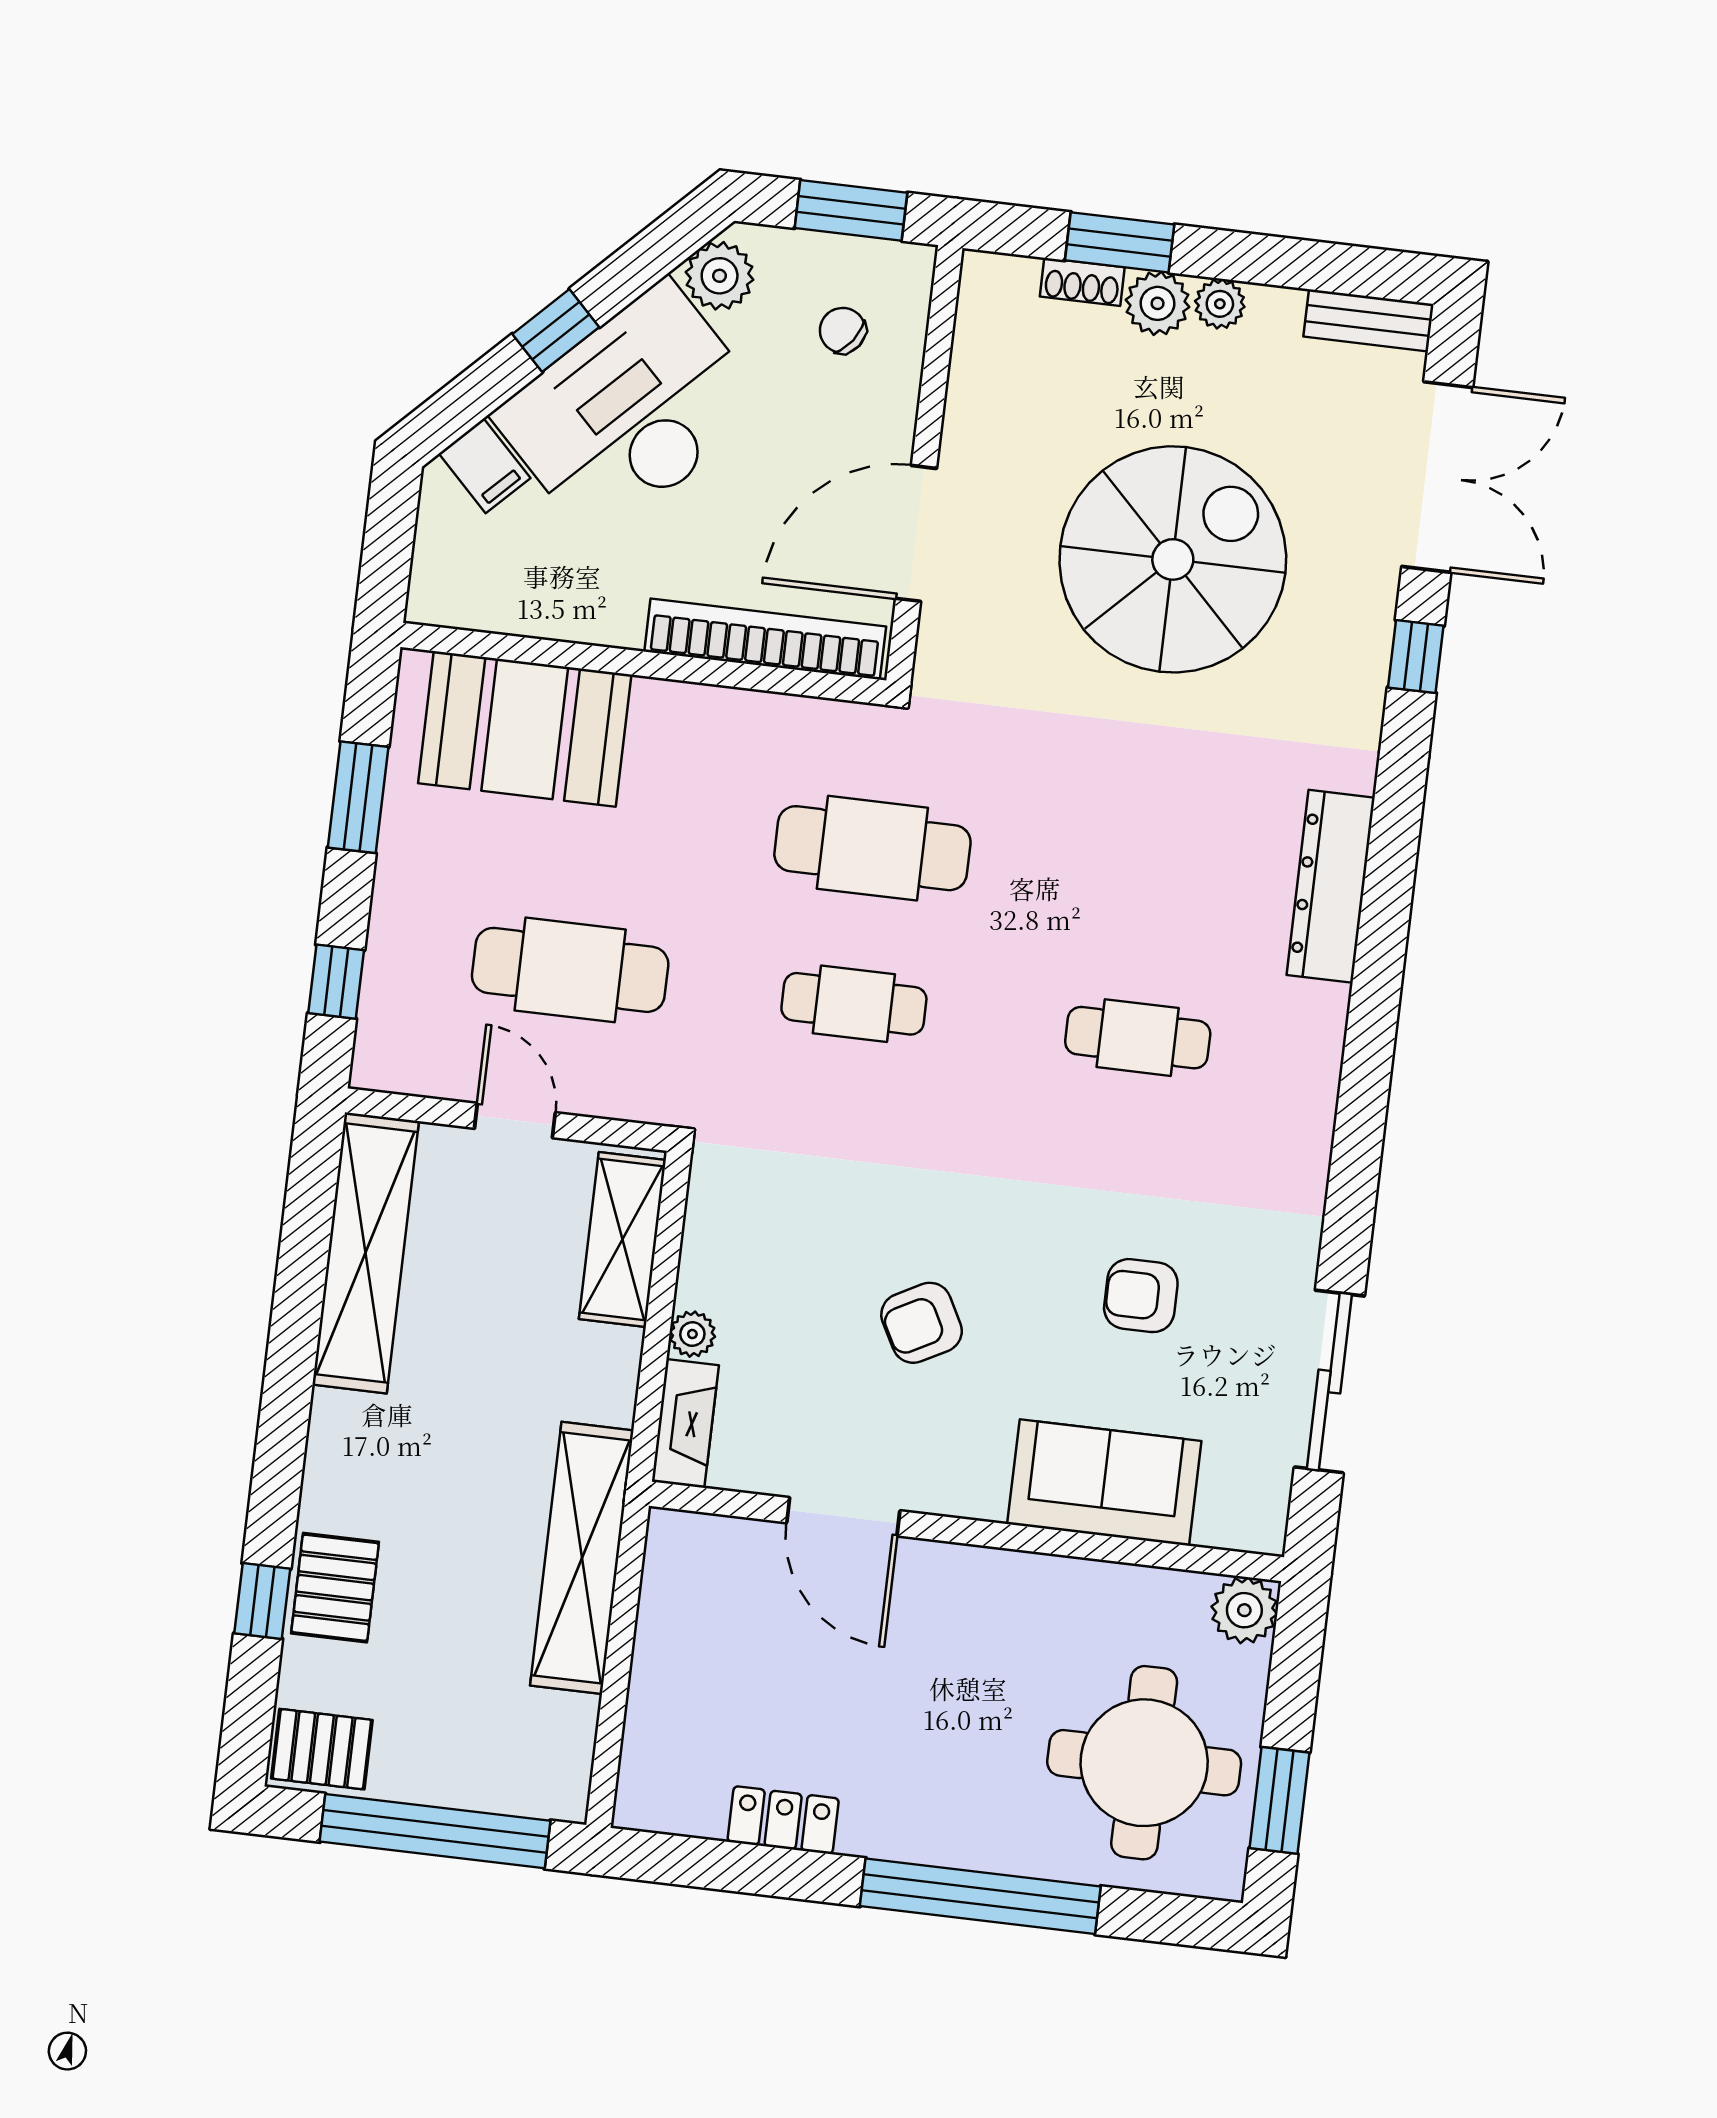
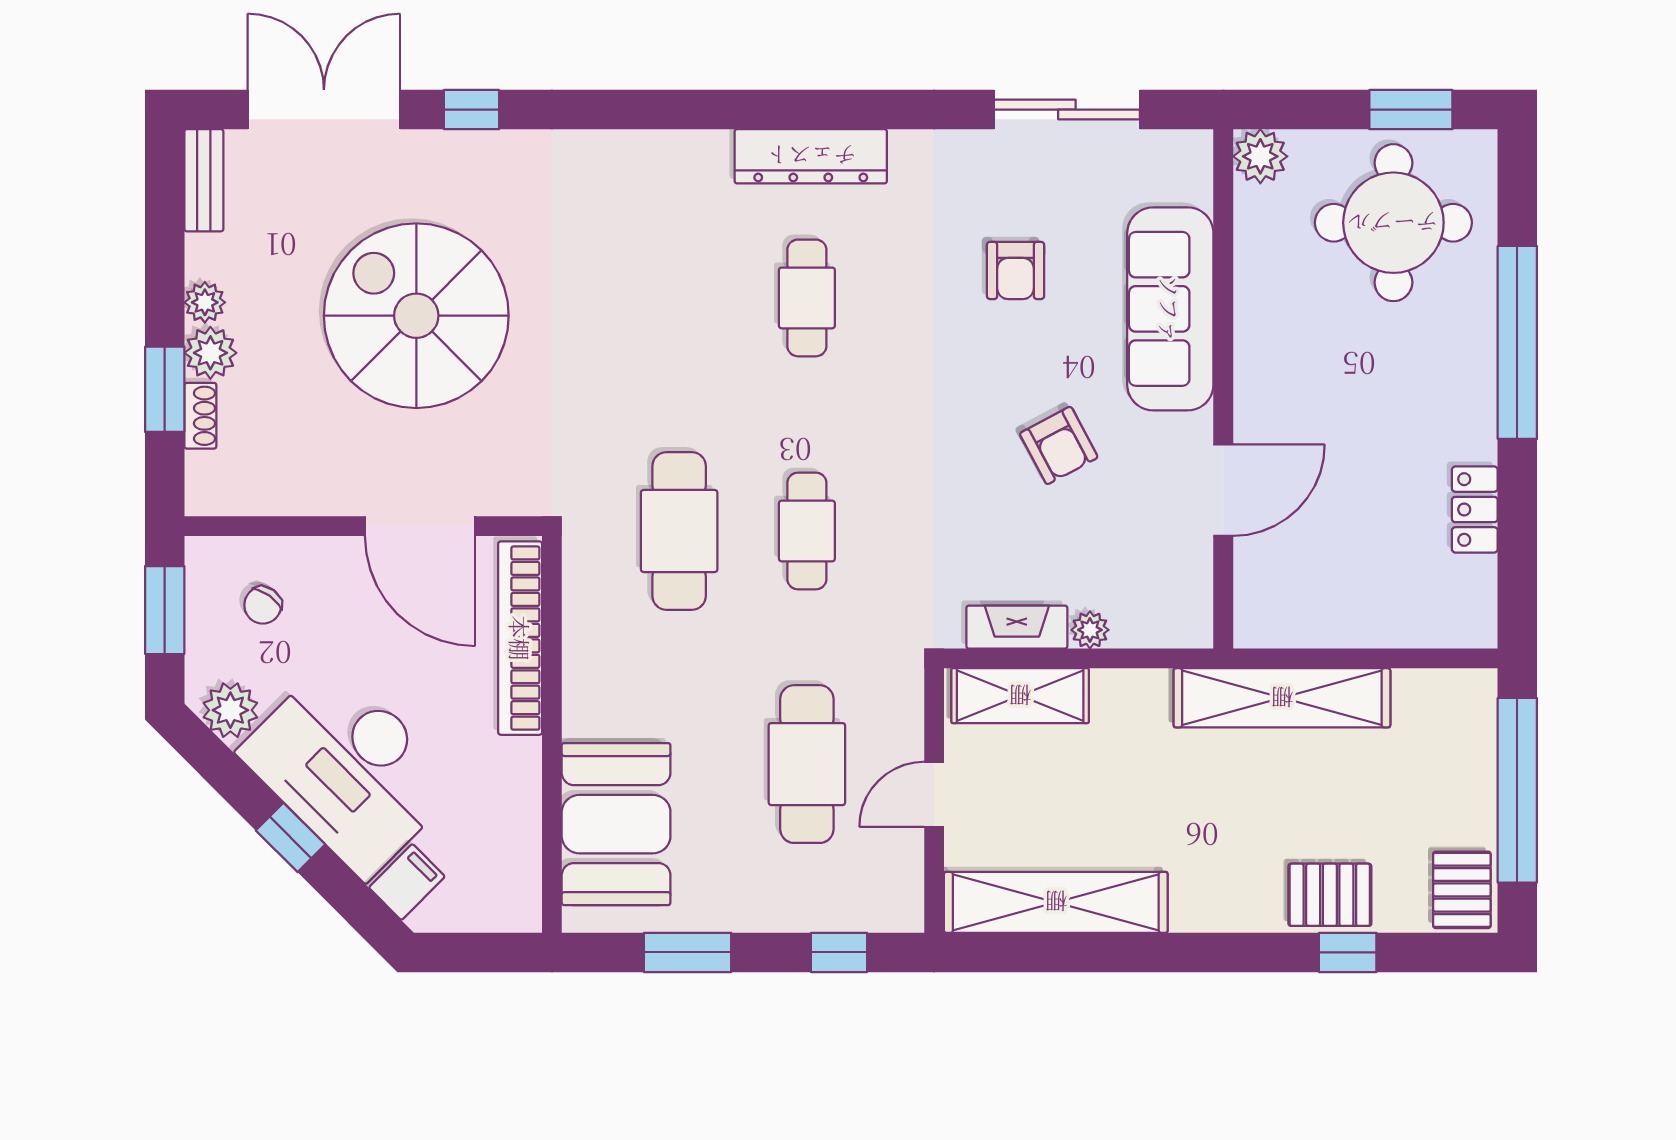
dresser: (1331, 886) -> (811, 156), moved
fireplace: (685, 1423) -> (1017, 627), moved
sofa: (1104, 1482) -> (1170, 309), width x1.36

